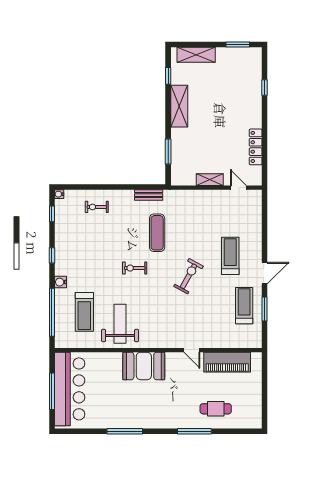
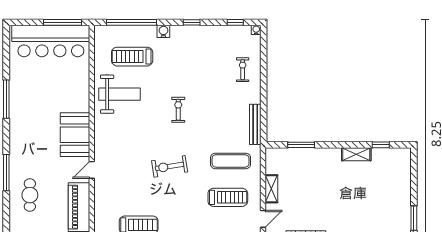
shelving: (196, 55) -> (403, 174), removed
shelving: (179, 106) -> (356, 154), width x0.67, depth x0.75
bench: (149, 195) -> (255, 124), width x1.36
exercise mat: (157, 233) -> (231, 161), moved
treadmill: (230, 256) -> (228, 197), moved
exercise bike: (189, 276) -> (170, 166), turned 142
booth: (144, 366) -> (75, 135), moved
window: (52, 391) -> (63, 22), moved

